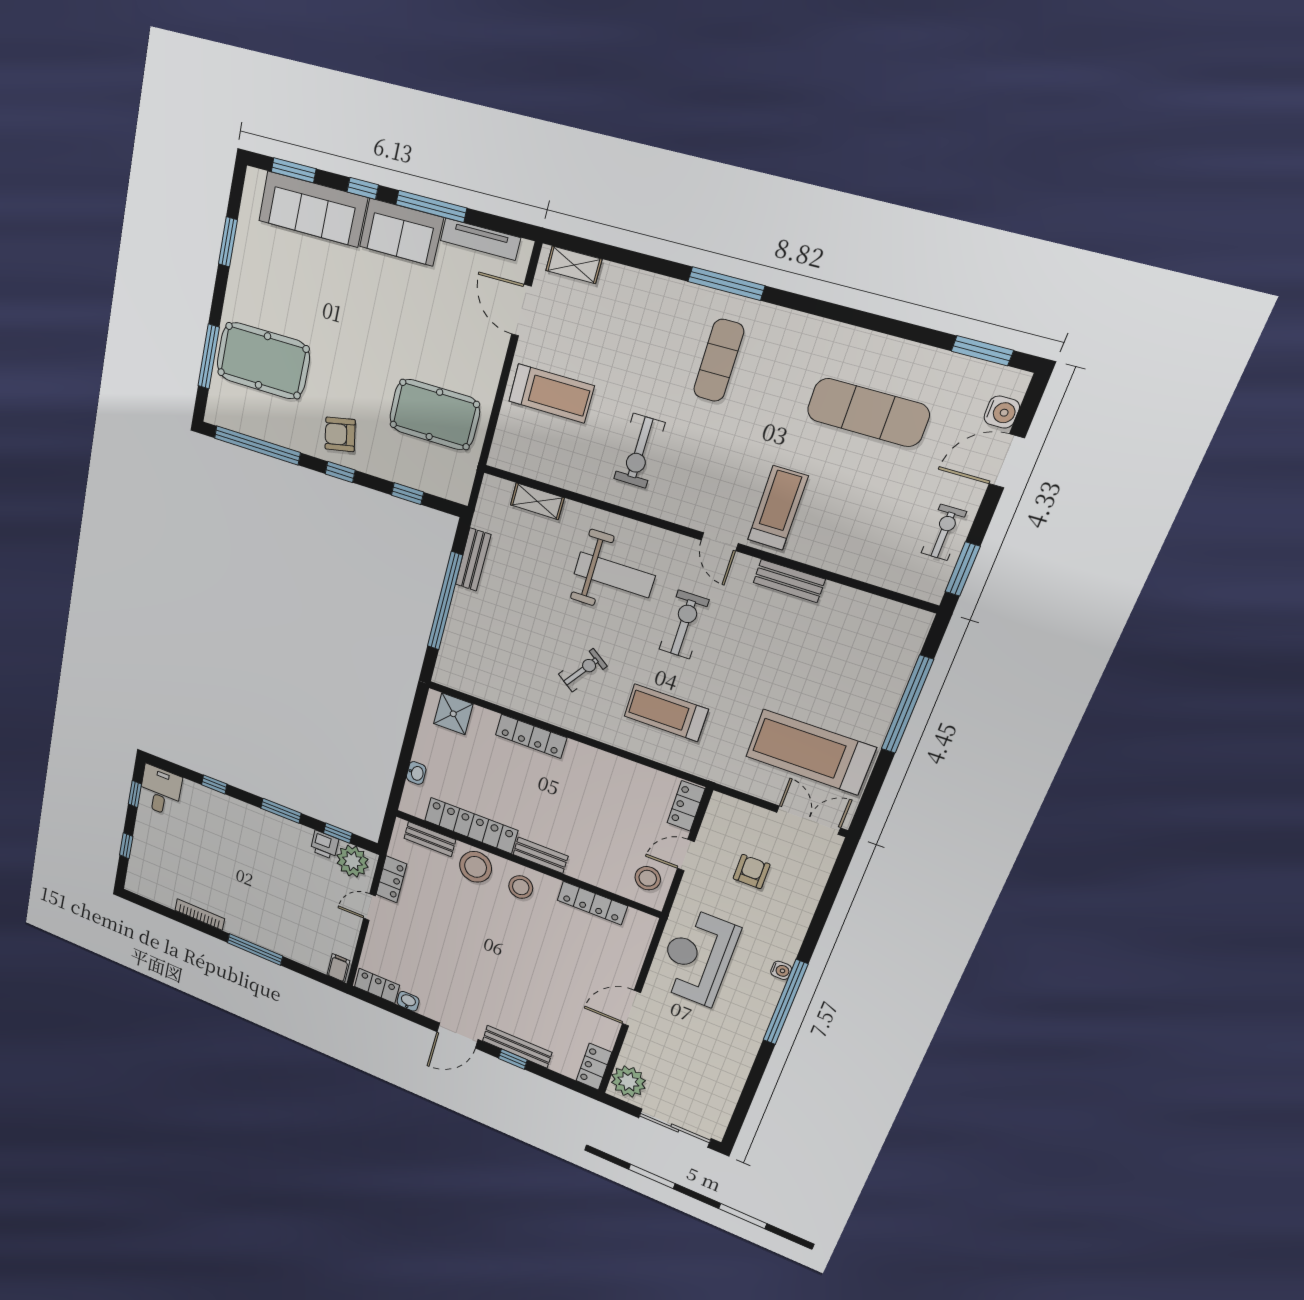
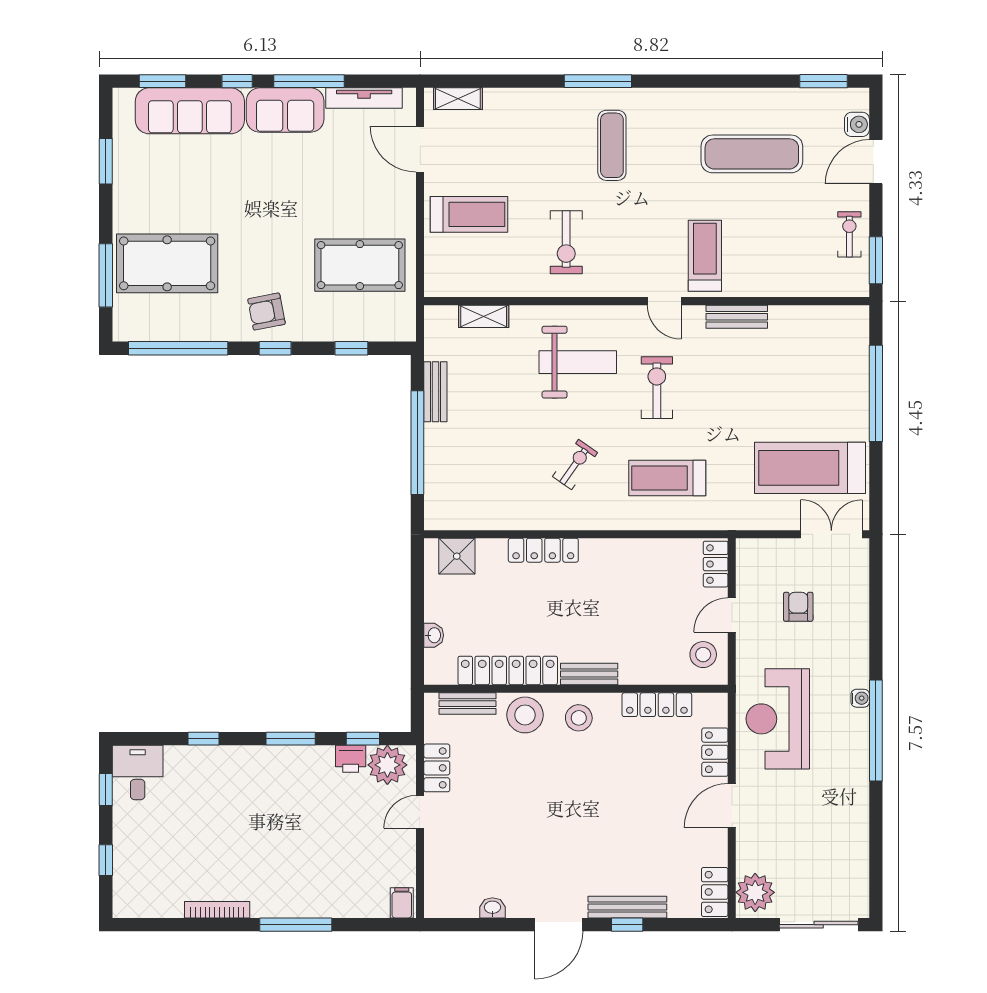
locker: (377, 986) -> (715, 752), moved, turned -90

